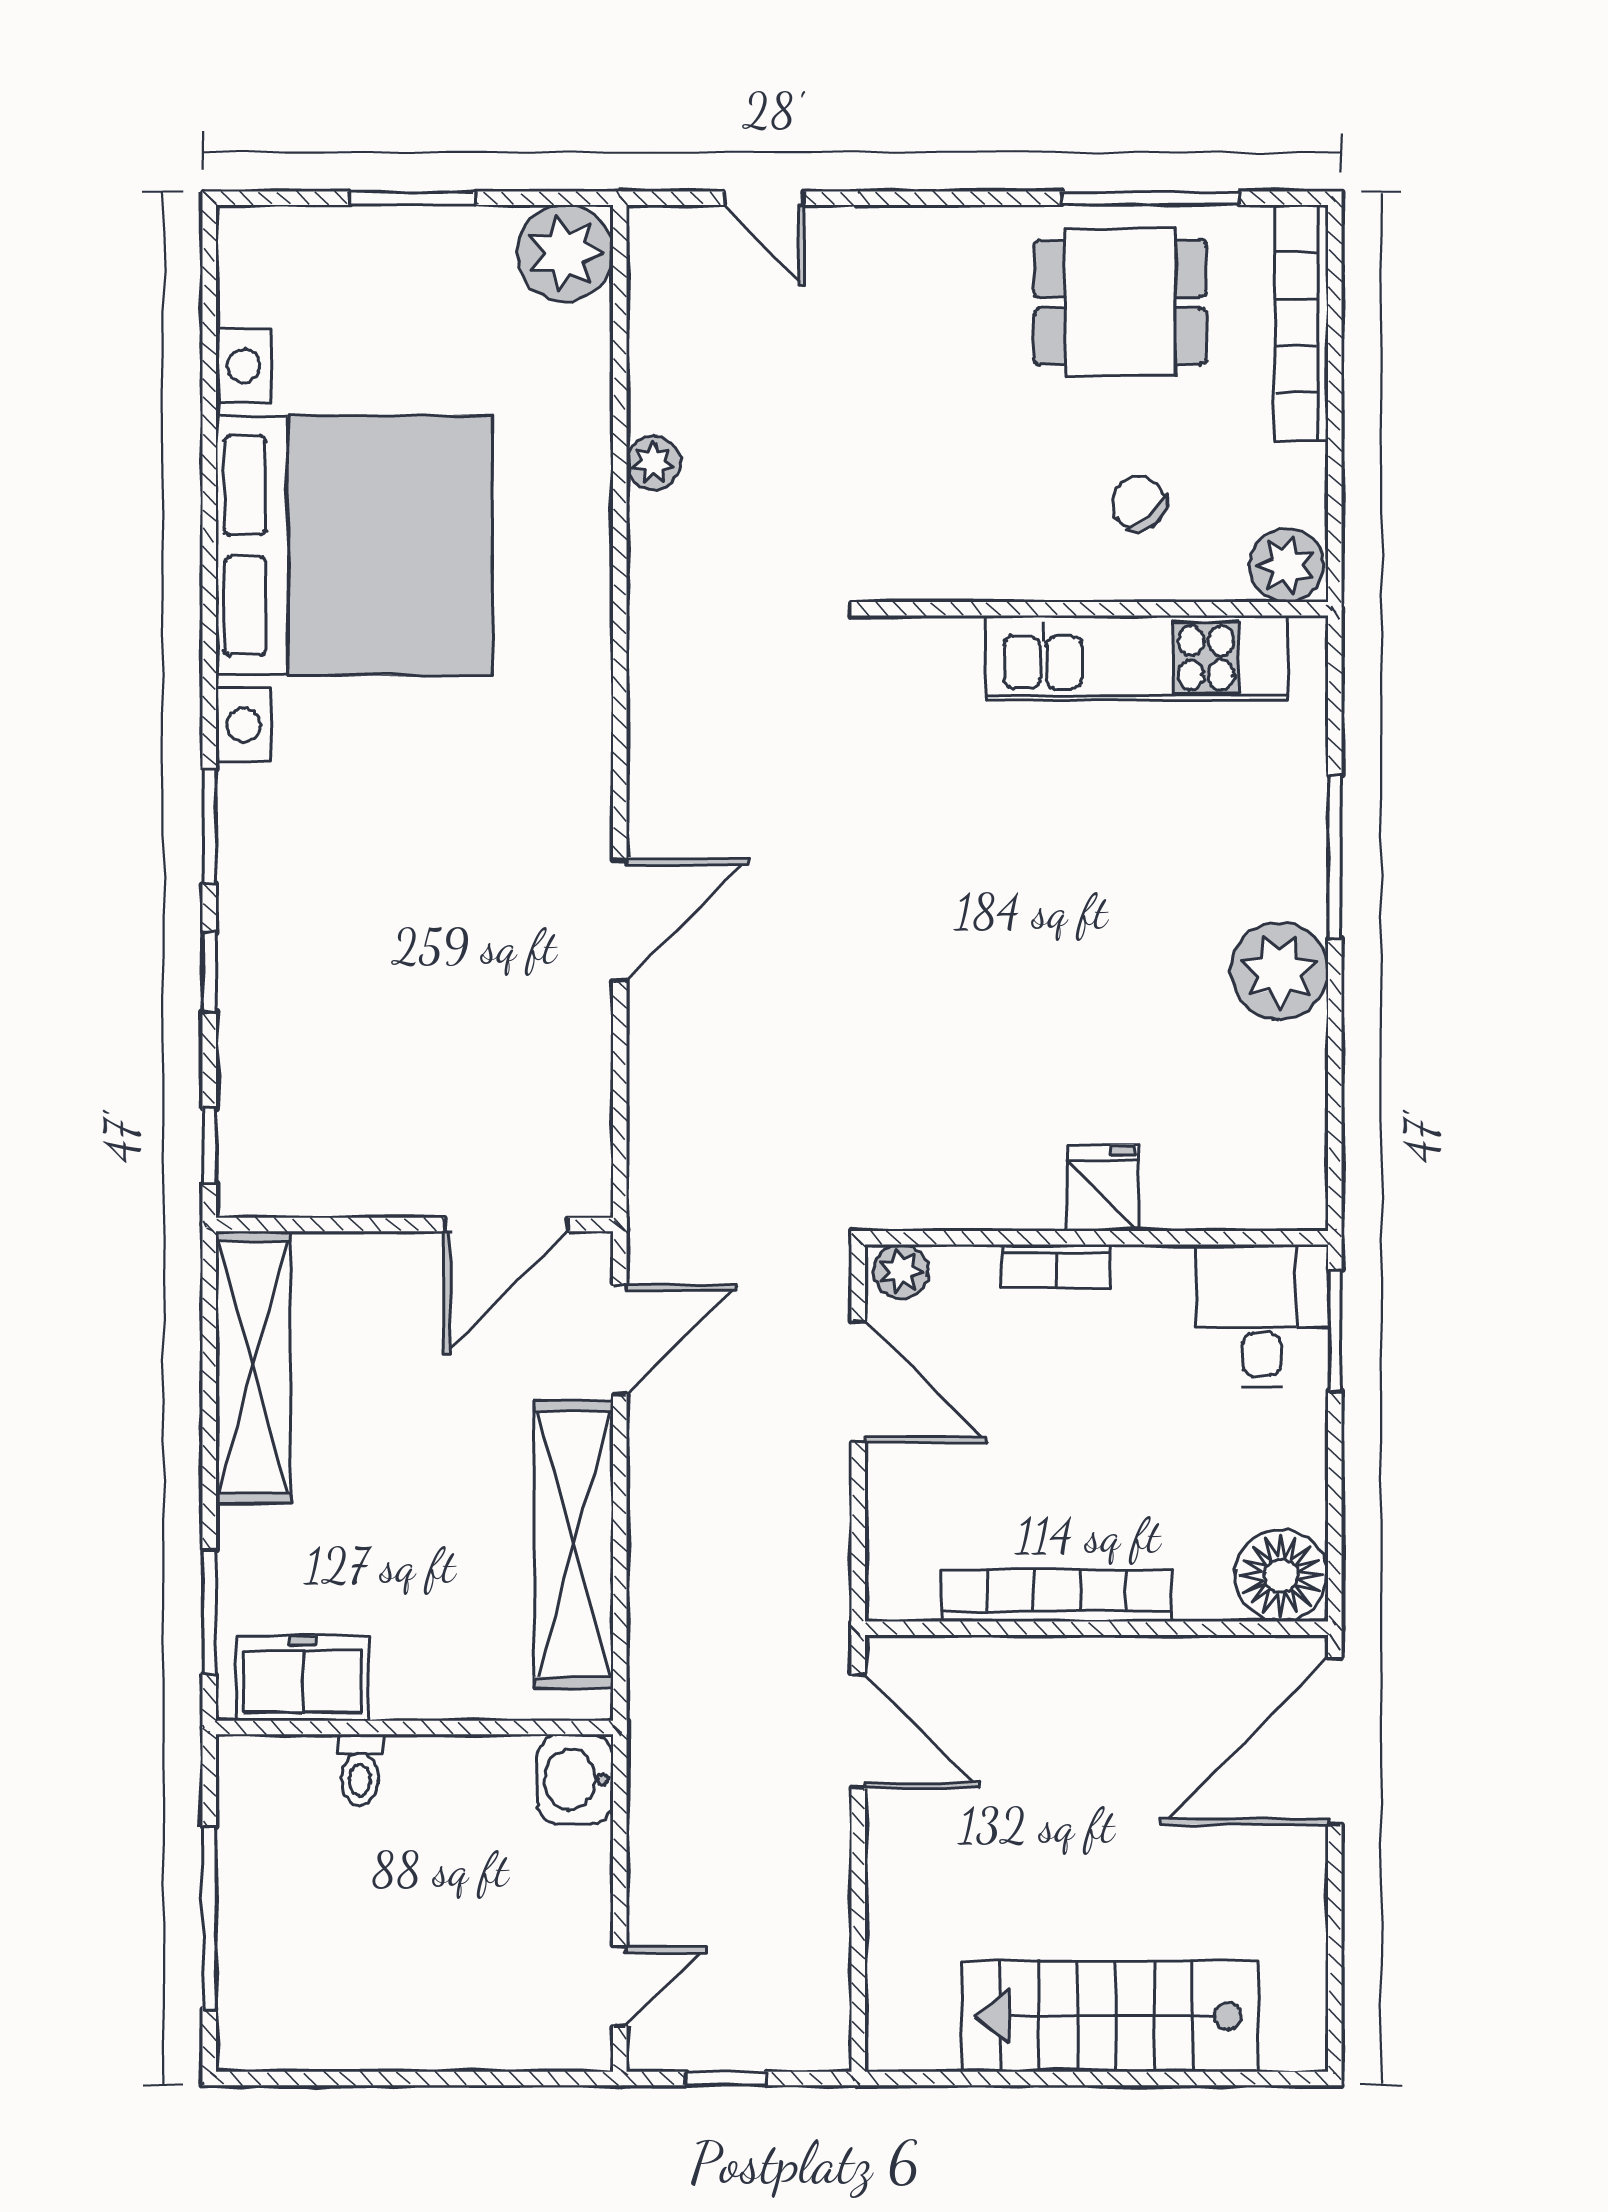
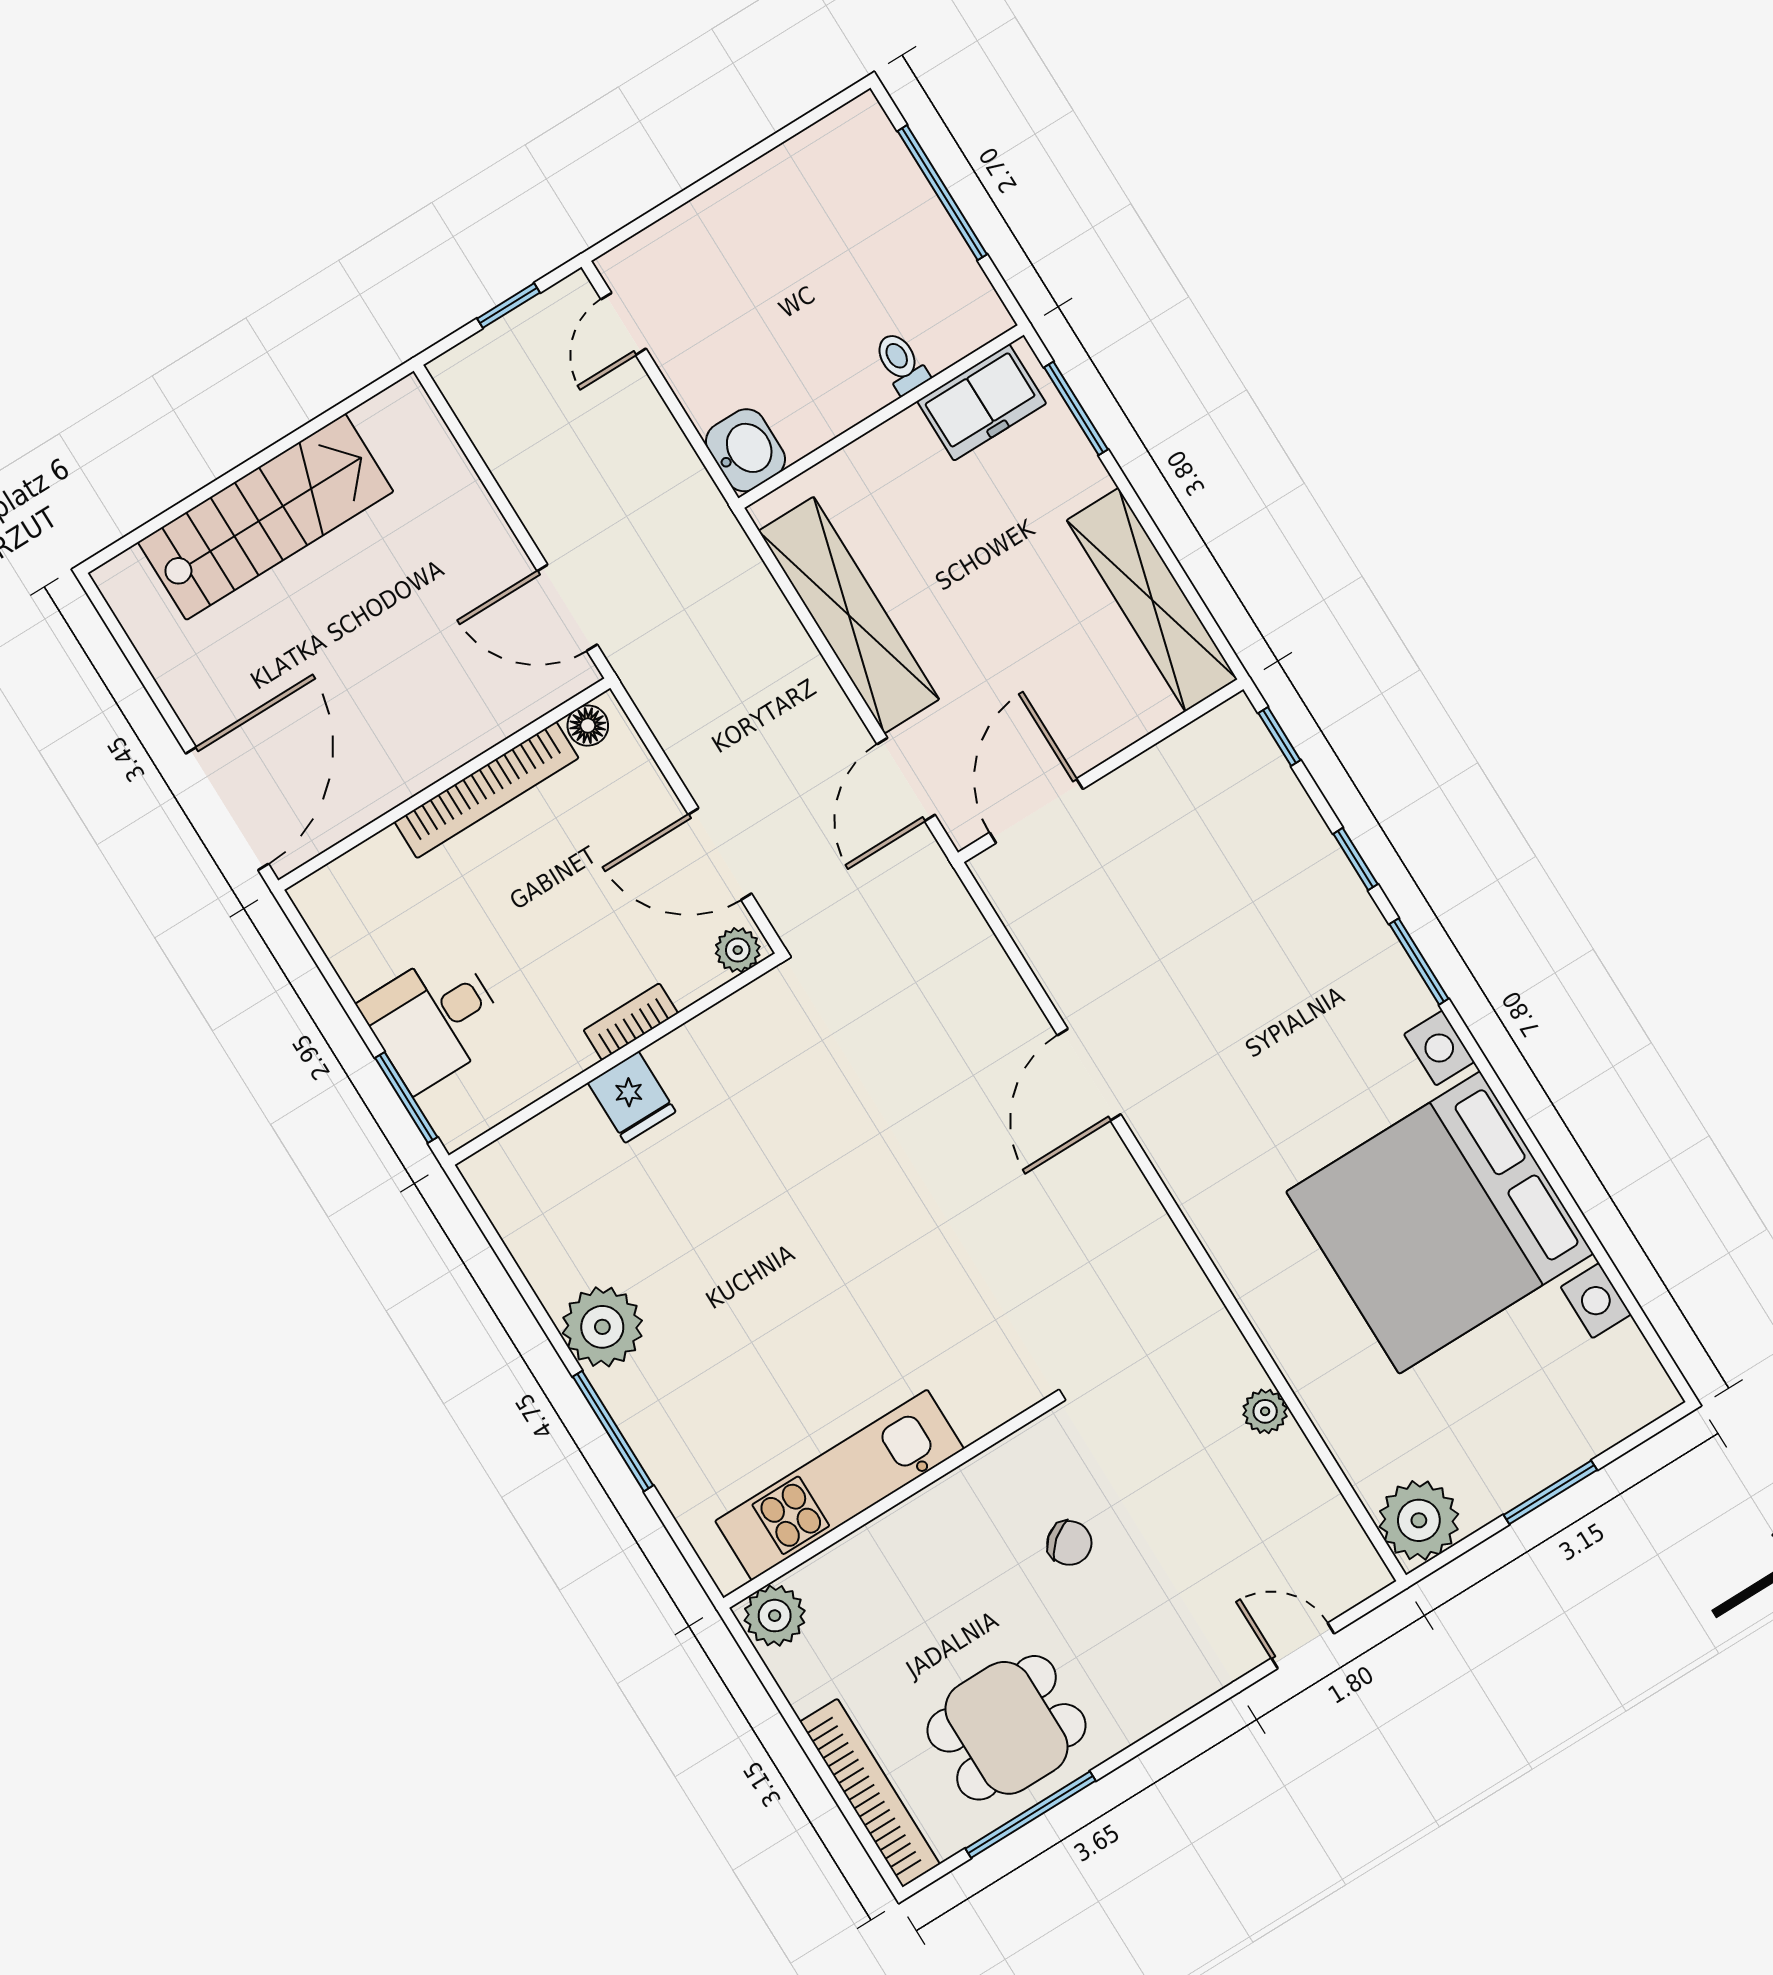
chair: (1139, 503) -> (1069, 1543), moved
desk: (1262, 1316) -> (434, 1020), moved, turned 90
floor lamp: (1281, 1575) -> (588, 726), moved, width x0.53, depth x0.53

